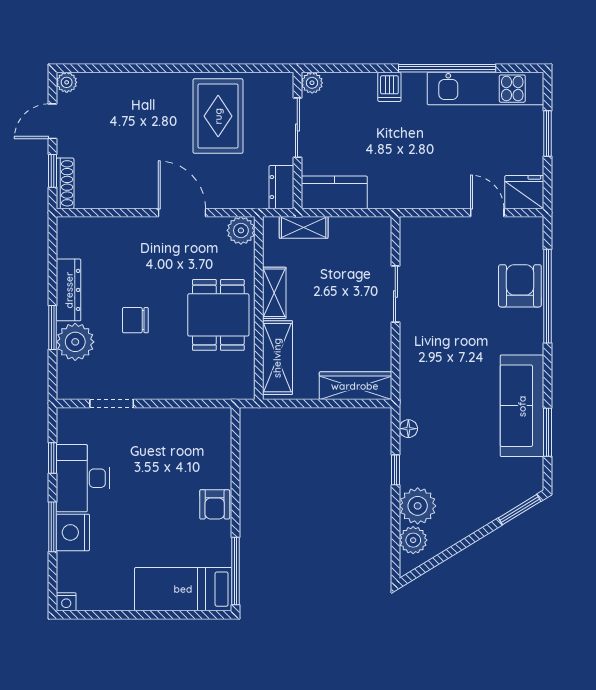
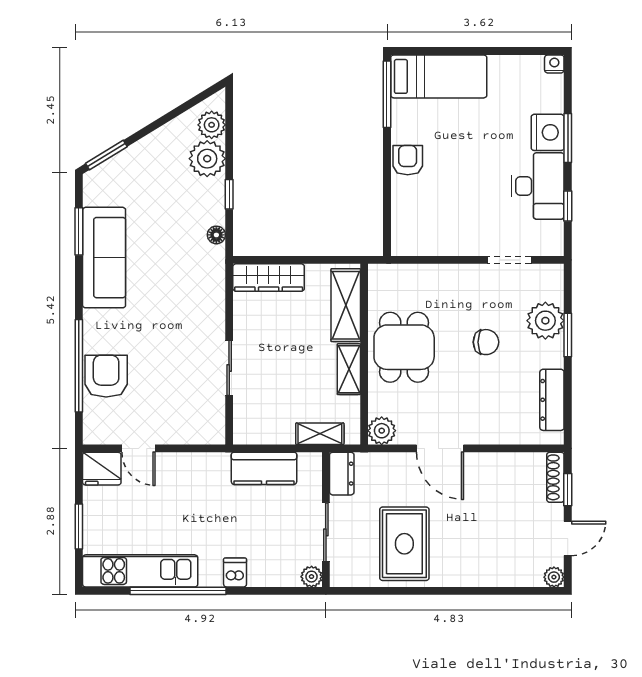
kitchen counter: (334, 192) -> (264, 468), moved
armchair: (520, 286) -> (106, 376), turned 180
dresser: (69, 290) -> (552, 400), moved

